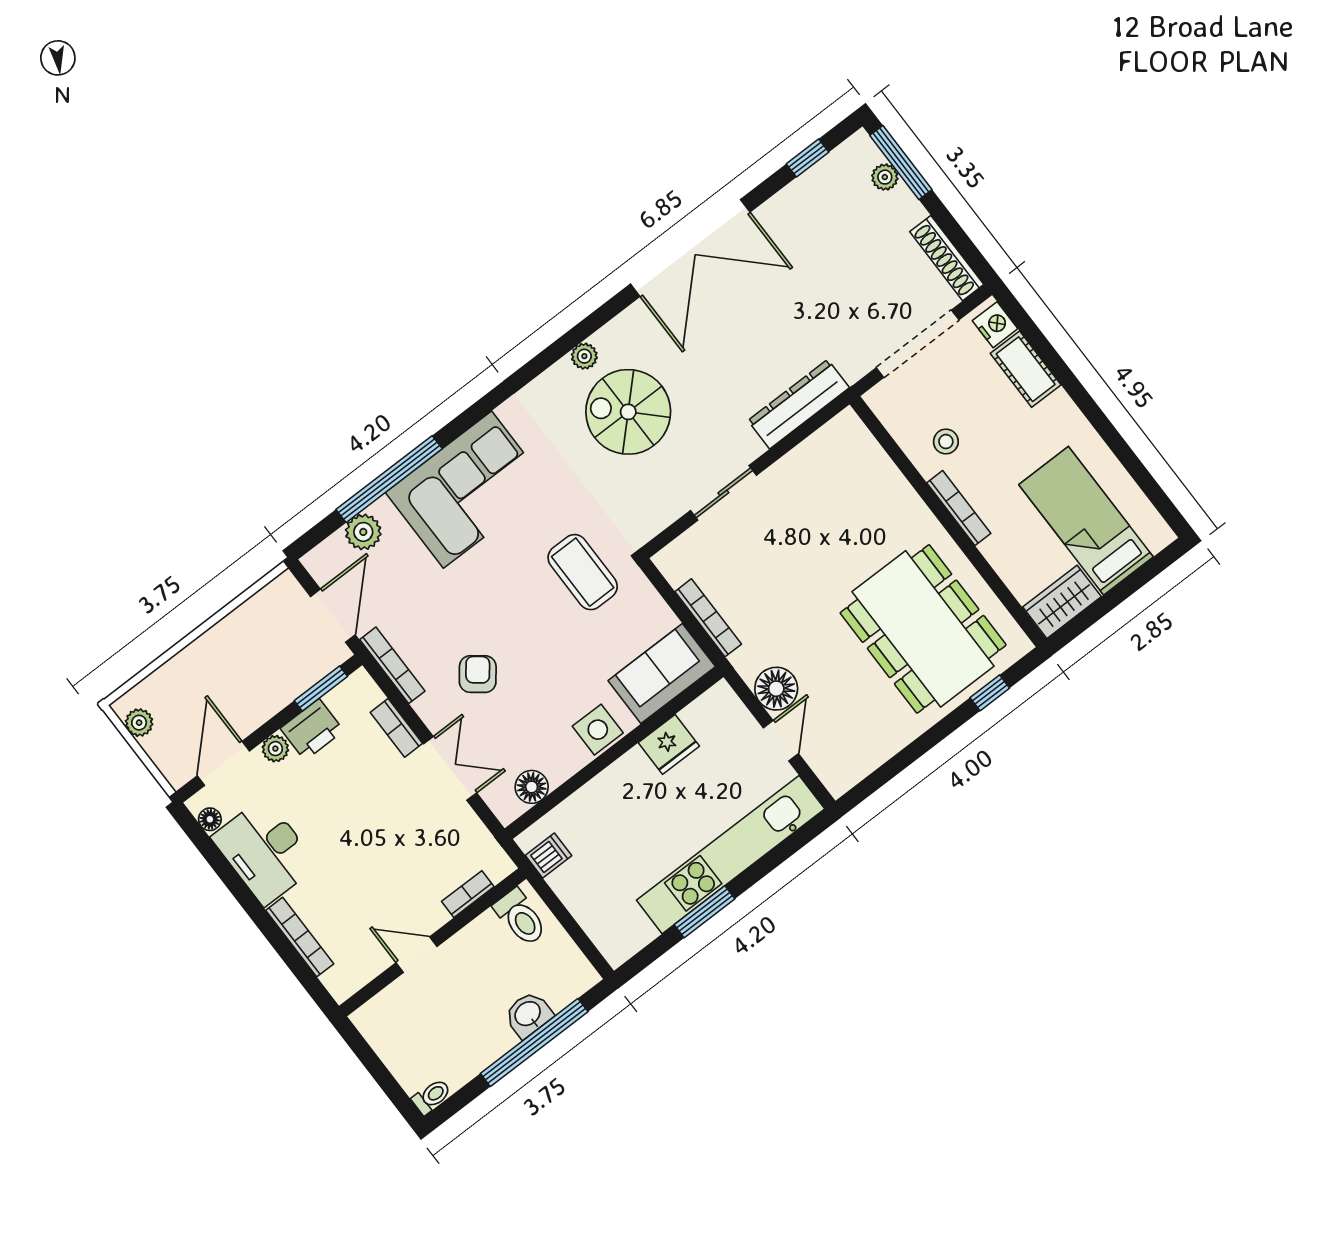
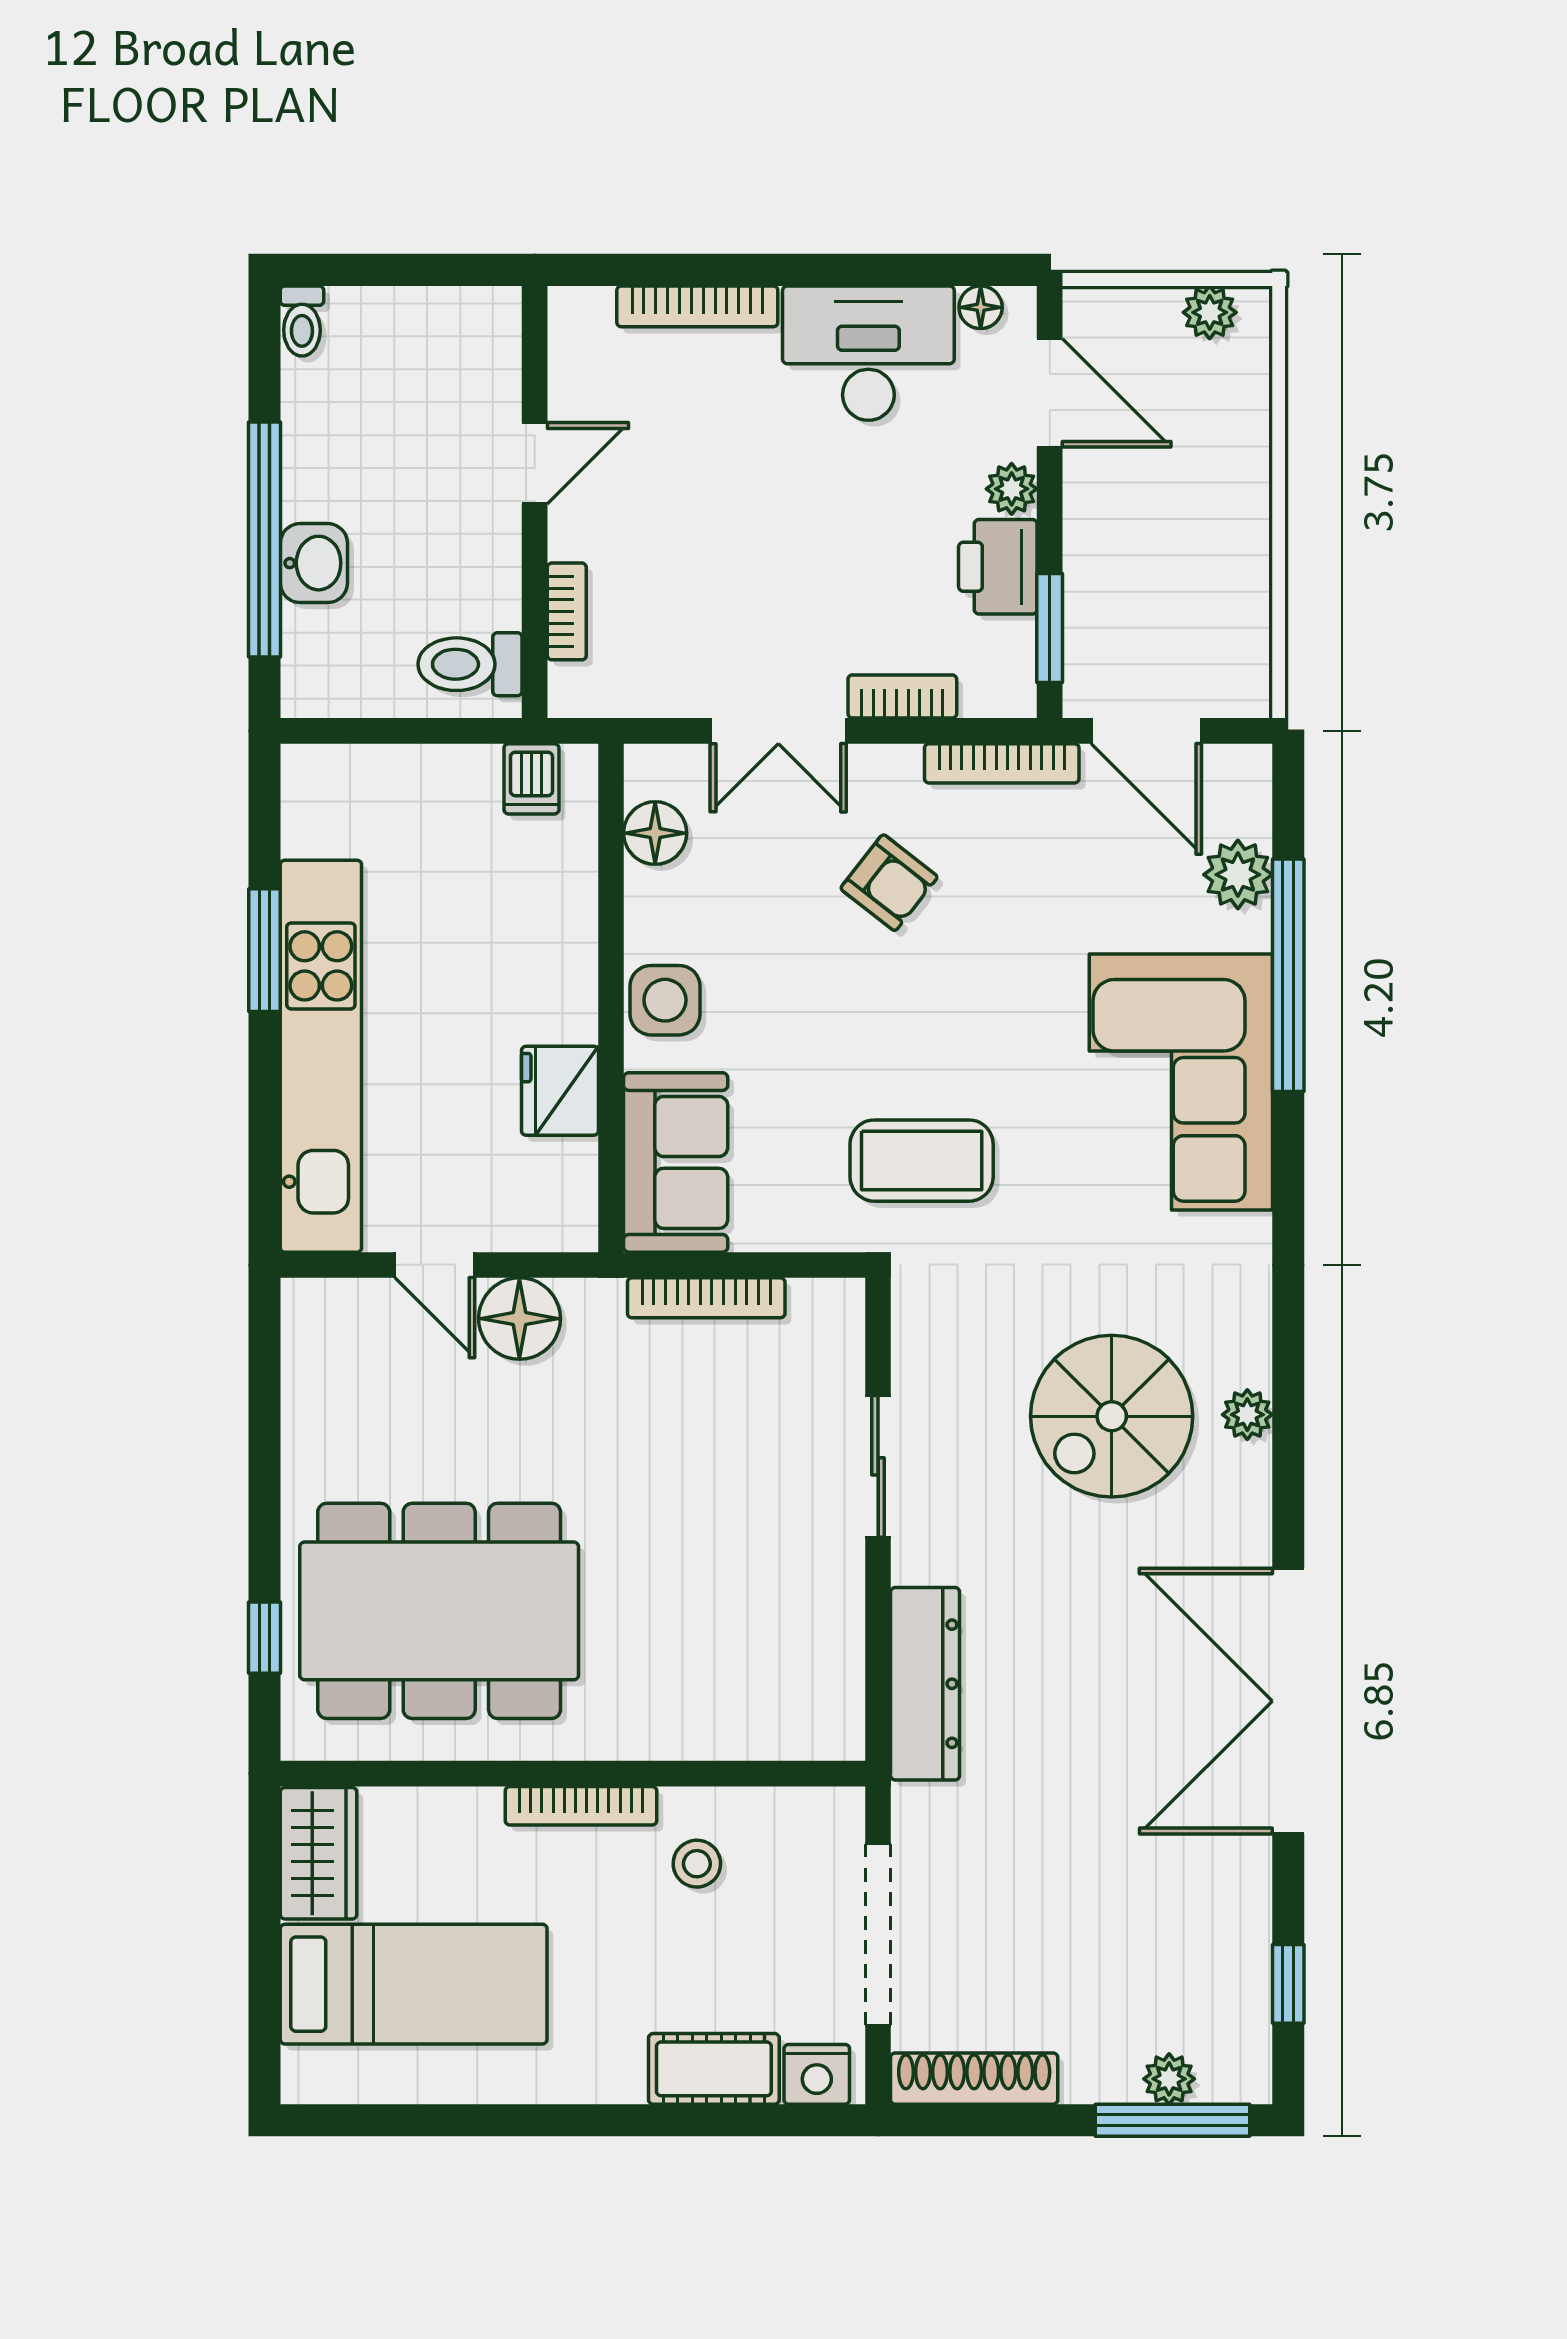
spiral stairs: (628, 412) -> (1112, 1416), turned 180

